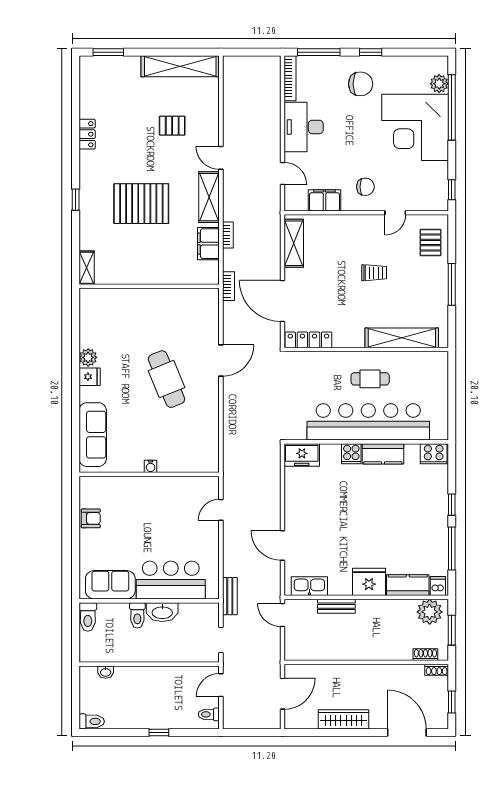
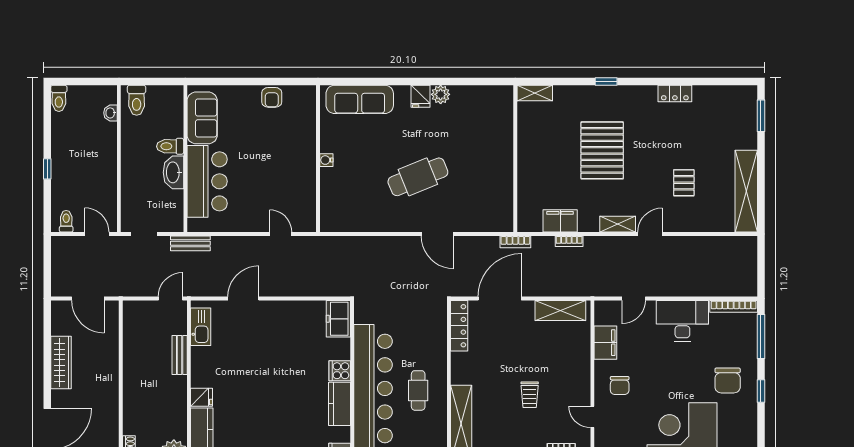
shelving: (209, 197) -> (618, 224), width x0.67, depth x0.75
fridge: (369, 582) -> (202, 397), width x0.53, depth x0.75
toilet: (88, 617) -> (137, 100), moved, turned -90

